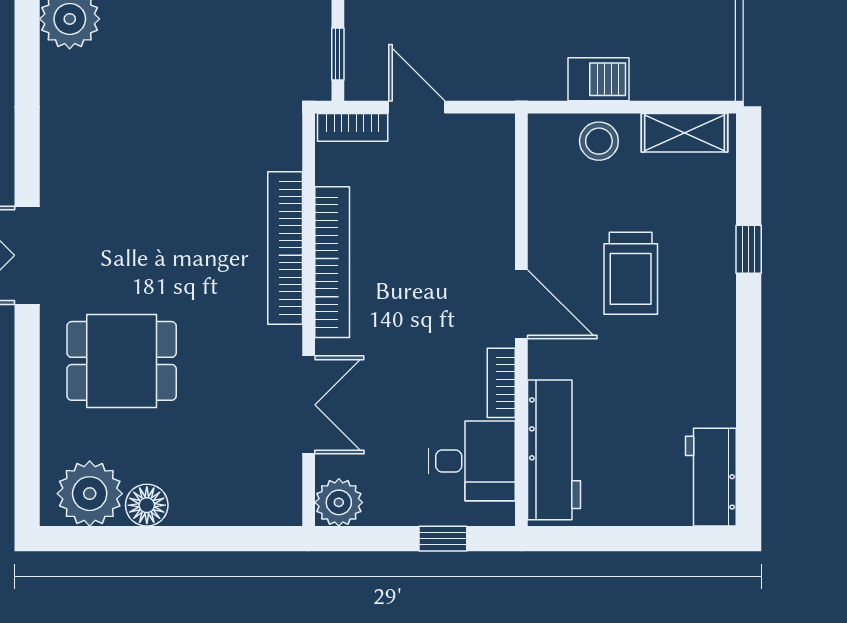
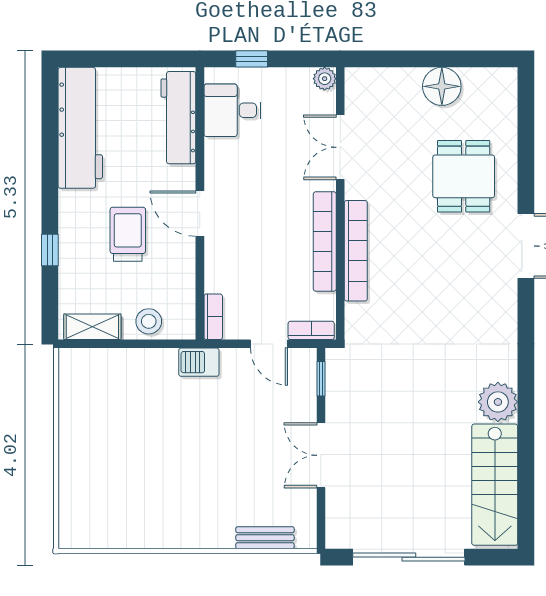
barbecue: (598, 79) -> (199, 362), moved
dining table: (122, 361) -> (464, 176), turned 90
bookcase: (501, 383) -> (213, 317), moved
workbench: (711, 477) -> (80, 128), width x1.88, depth x1.32
plant: (90, 494) -> (485, 89), removed
plant: (339, 502) -> (325, 79), width x0.73, depth x0.73
floor lamp: (147, 505) -> (442, 86), width x1.38, depth x1.38

